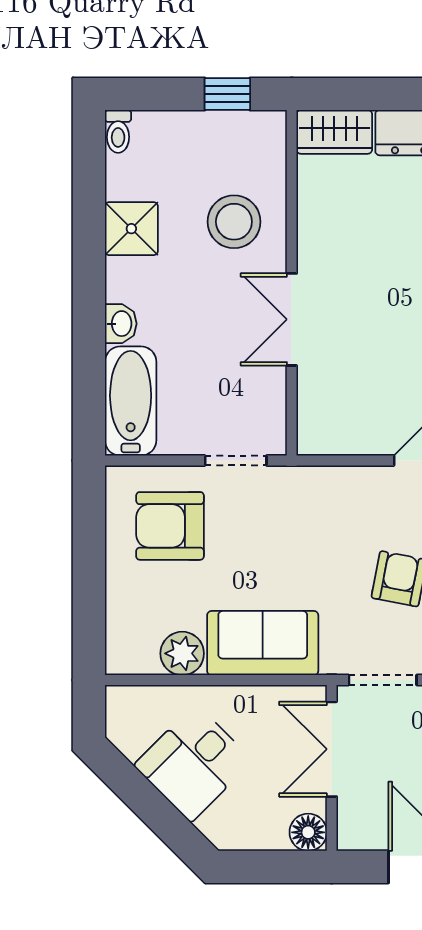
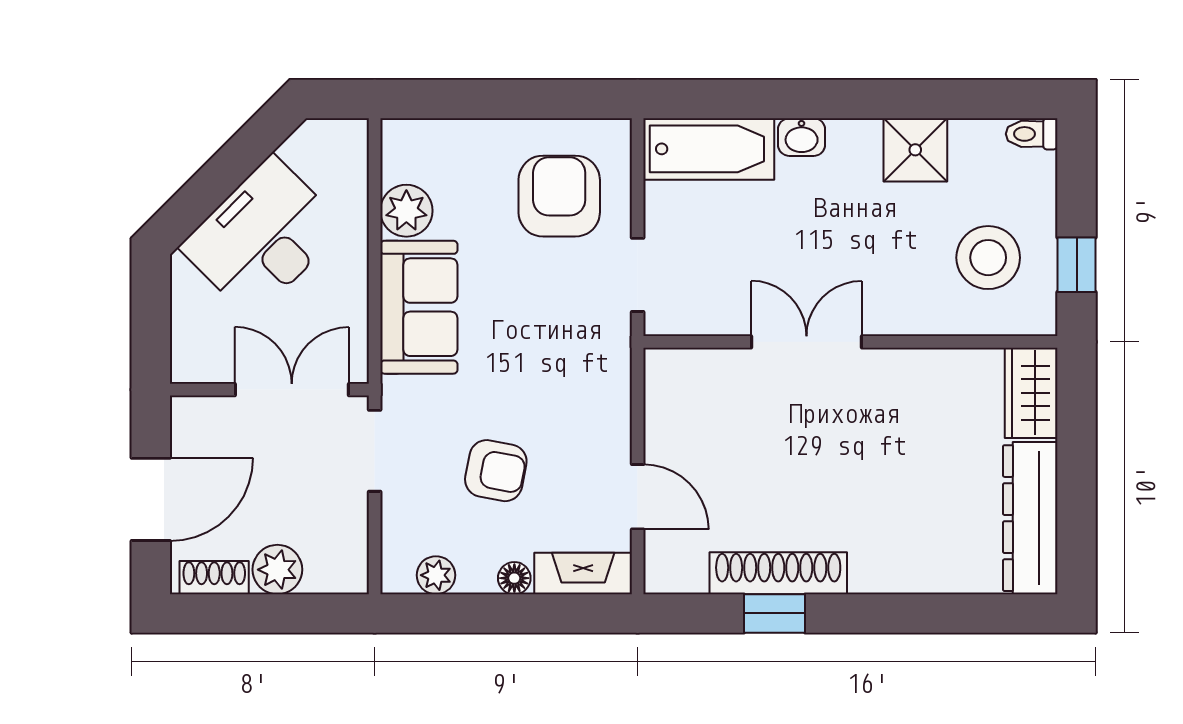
stool: (234, 222) -> (988, 258), moved
desk: (193, 763) -> (262, 237), width x1.37
floor lamp: (308, 832) -> (192, 362), removed

